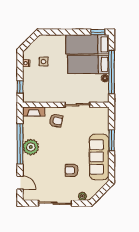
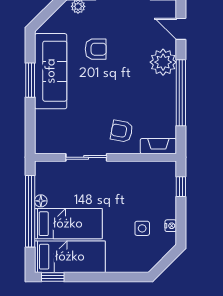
window: (112, 140) -> (30, 80), moved
plant: (31, 147) -> (163, 62), moved

